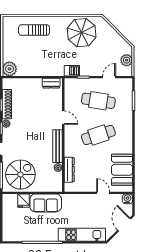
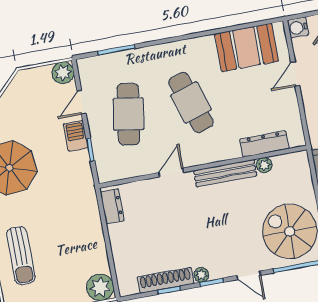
plant: (127, 60) -> (63, 73), moved
barbecue: (72, 71) -> (76, 136), moved
door: (109, 77) -> (82, 102), hinge flipped

